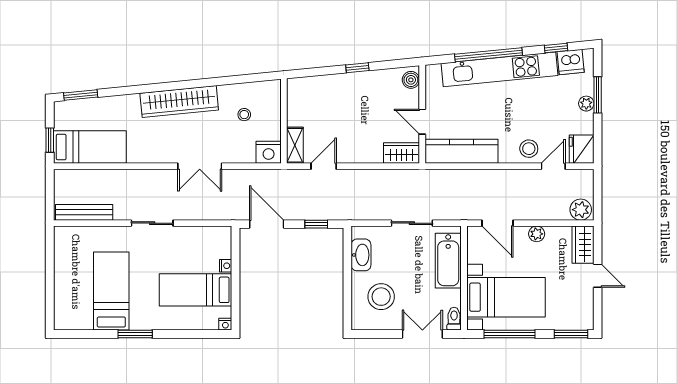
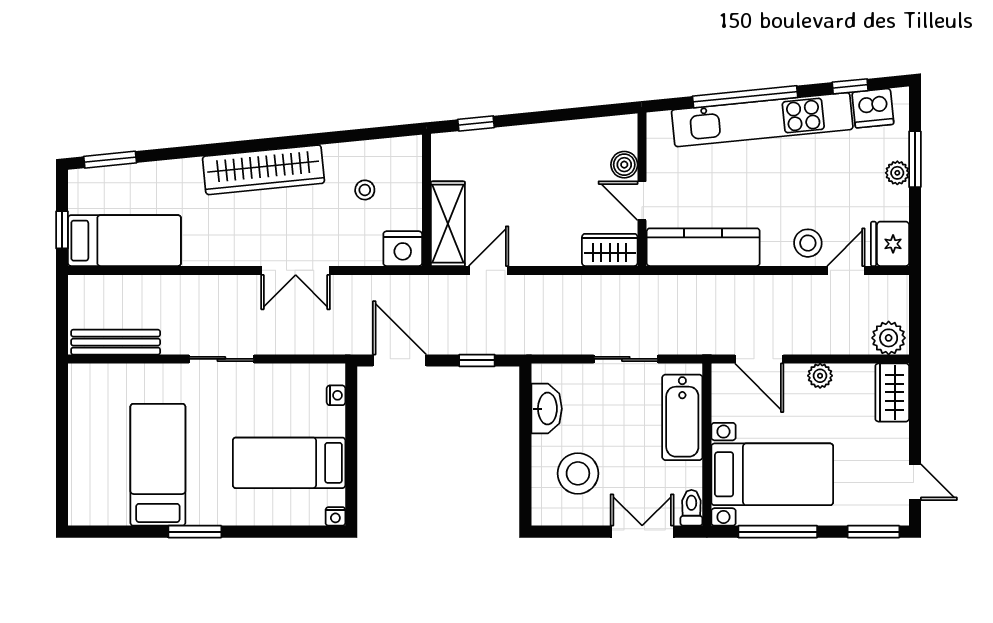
window: (357, 68) -> (476, 123), moved
boiler: (411, 80) -> (624, 165), moved
shelving: (295, 145) -> (448, 224), width x1.50, depth x1.33
nightstand: (226, 266) -> (336, 395), moved
door: (598, 276) -> (915, 482), moved

